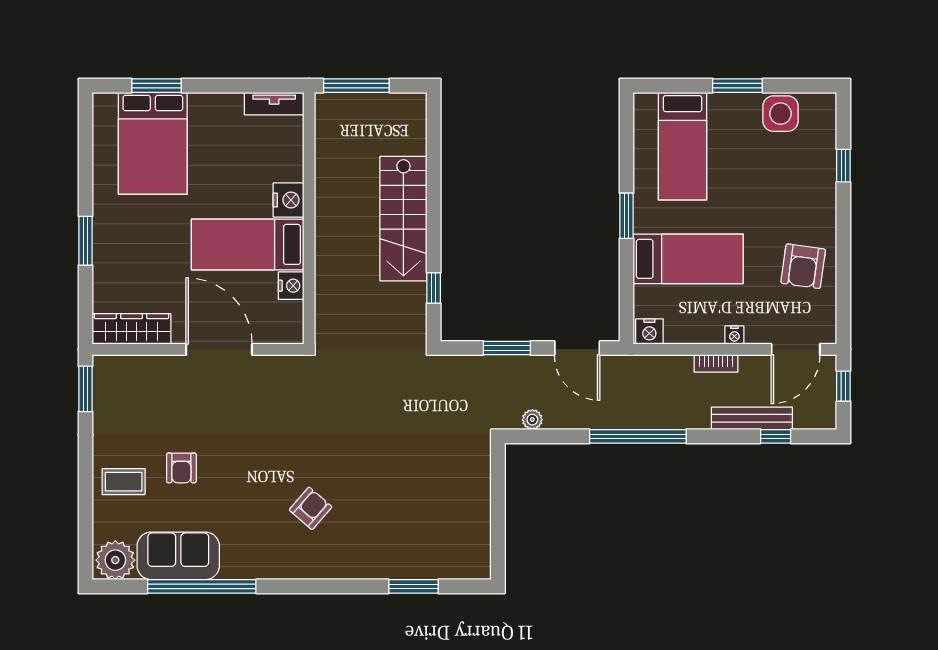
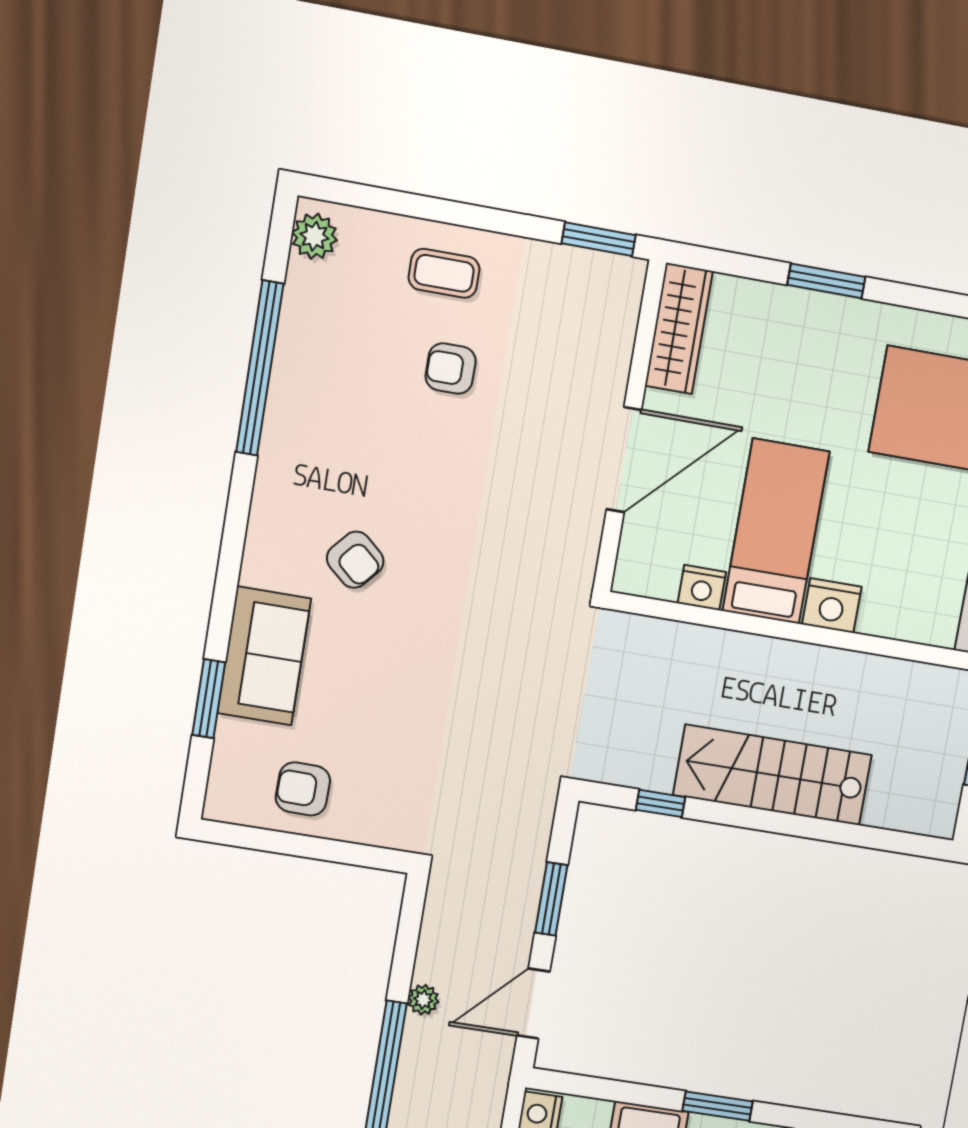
plant: (532, 420) -> (423, 1000), moved
coffee table: (124, 482) -> (444, 273), turned 90
armchair: (461, 518) -> (303, 789), added
sofa: (178, 556) -> (264, 656), moved
plant: (115, 560) -> (314, 236), width x0.73, depth x0.73

